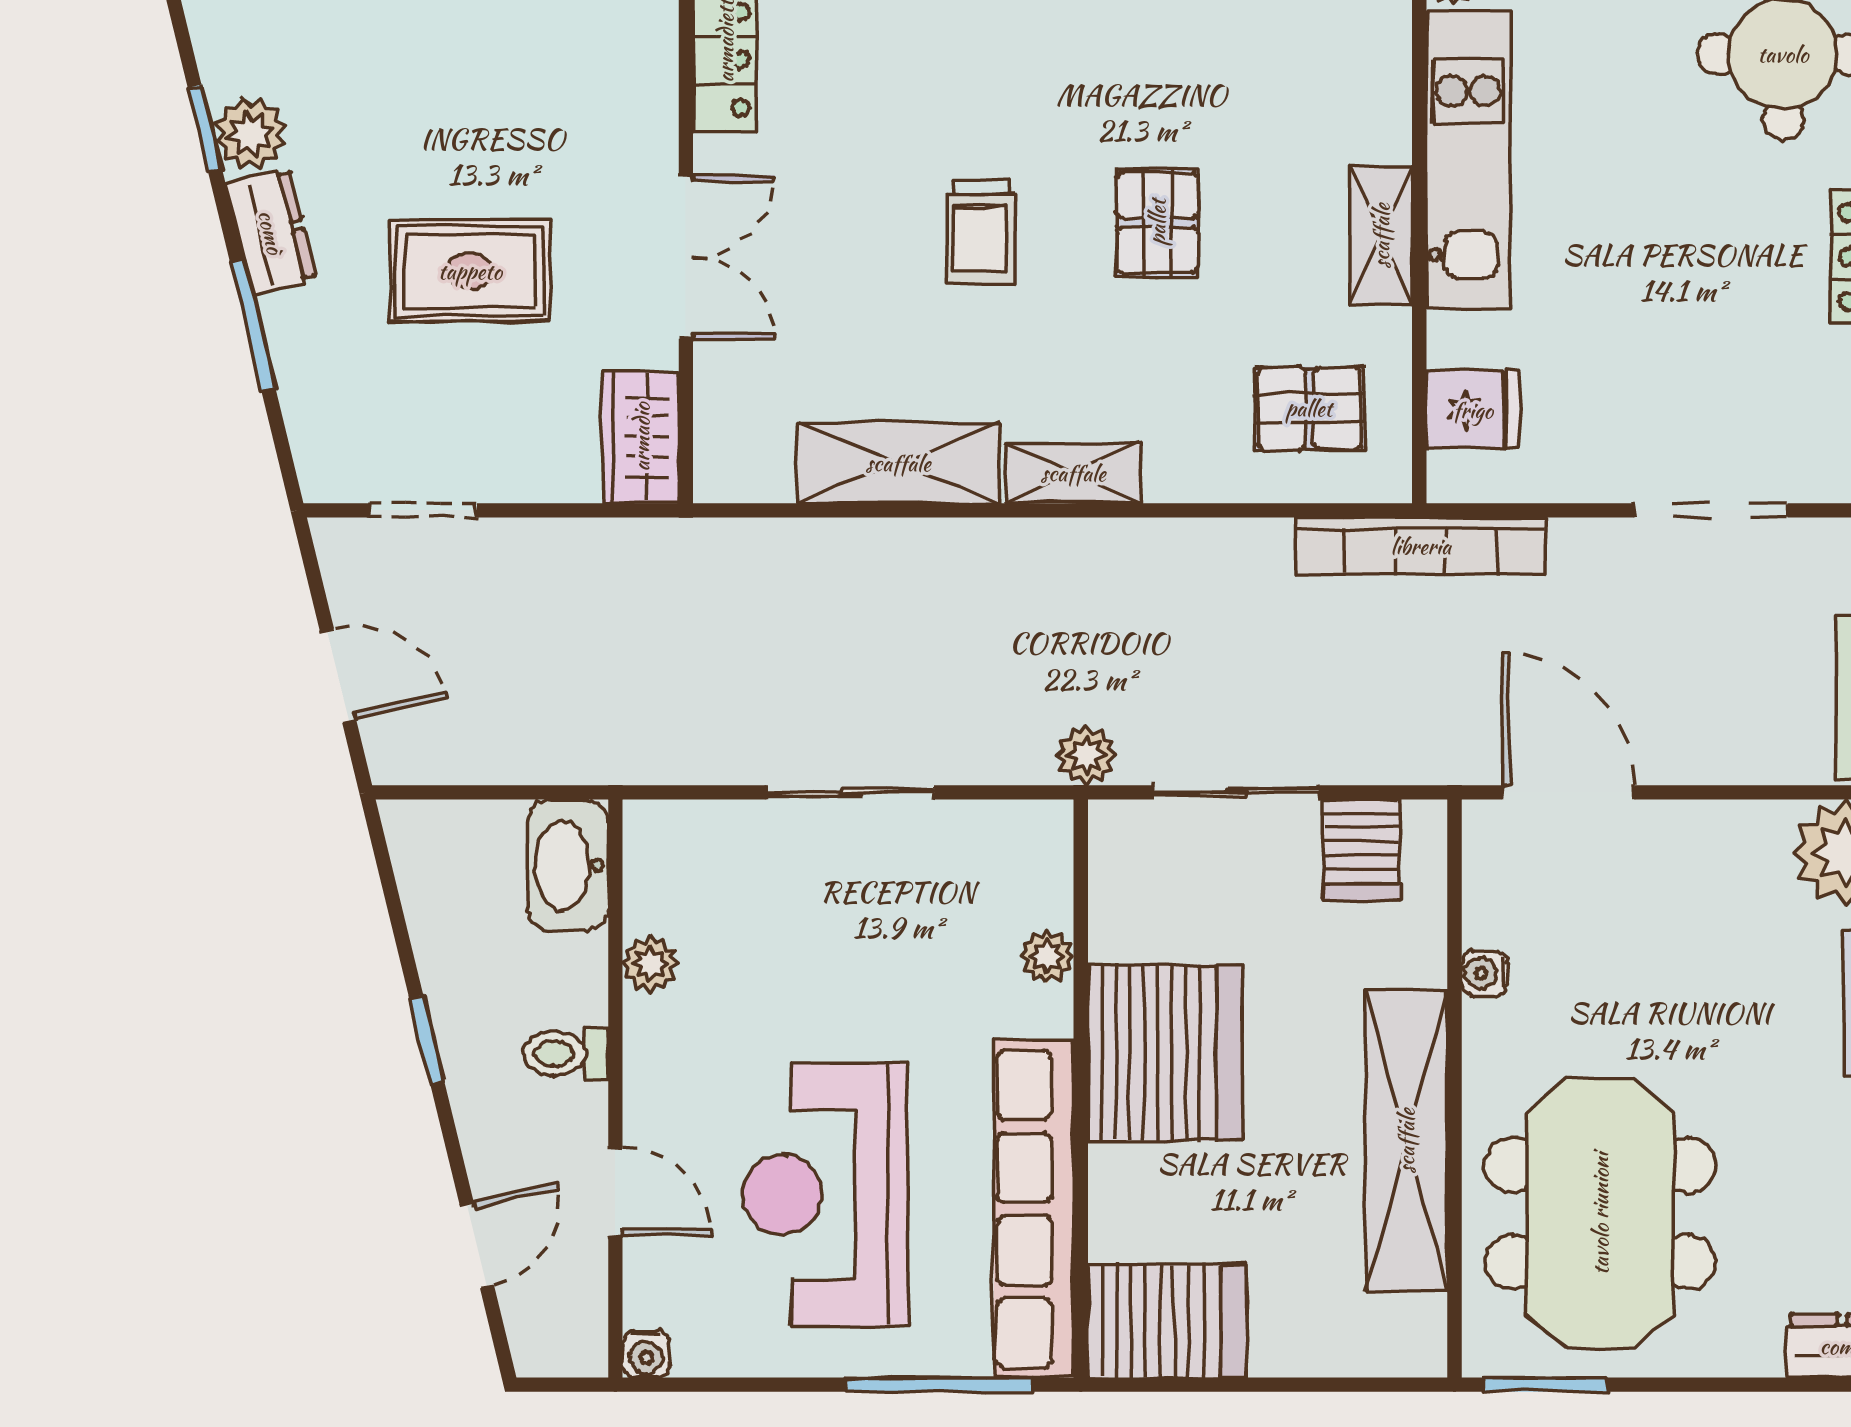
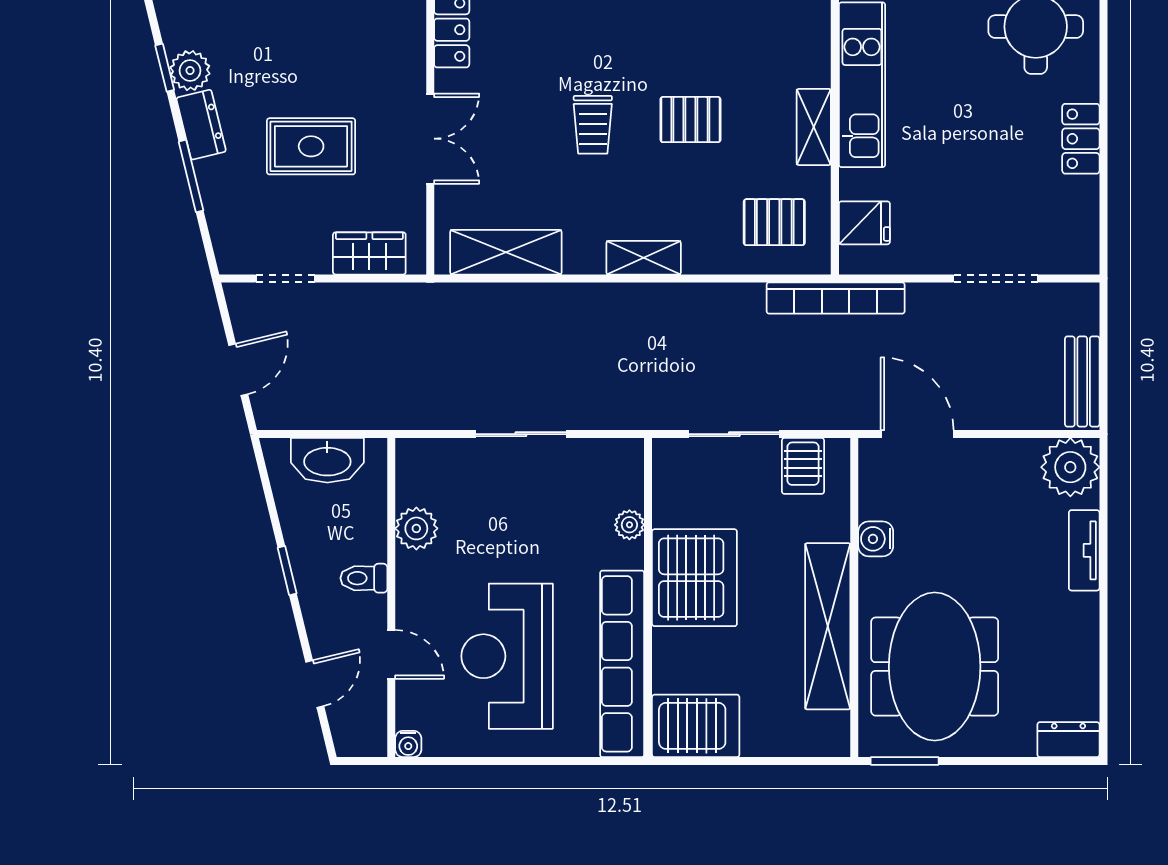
pallet: (1157, 222) -> (690, 120), turned 90
wardrobe: (641, 437) -> (369, 253), moved, turned 90
shelving: (898, 463) -> (506, 252), moved
door: (338, 676) -> (238, 370), hinge flipped
plant: (1086, 755) -> (651, 414), removed
washbasin: (568, 866) -> (327, 460), moved, turned -90
plant: (650, 963) -> (416, 528), width x1.38, depth x1.38
water cooler: (1484, 973) -> (876, 539), width x1.38, depth x1.38
window: (939, 1385) -> (570, 761), removed

